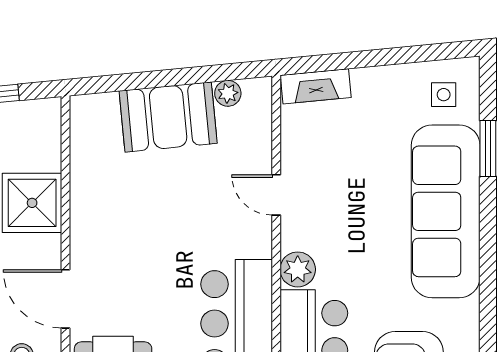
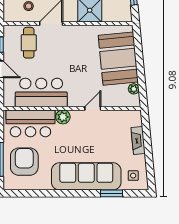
fireplace: (316, 86) -> (138, 141), moved
booth: (168, 117) -> (118, 59), width x1.36, depth x1.42

